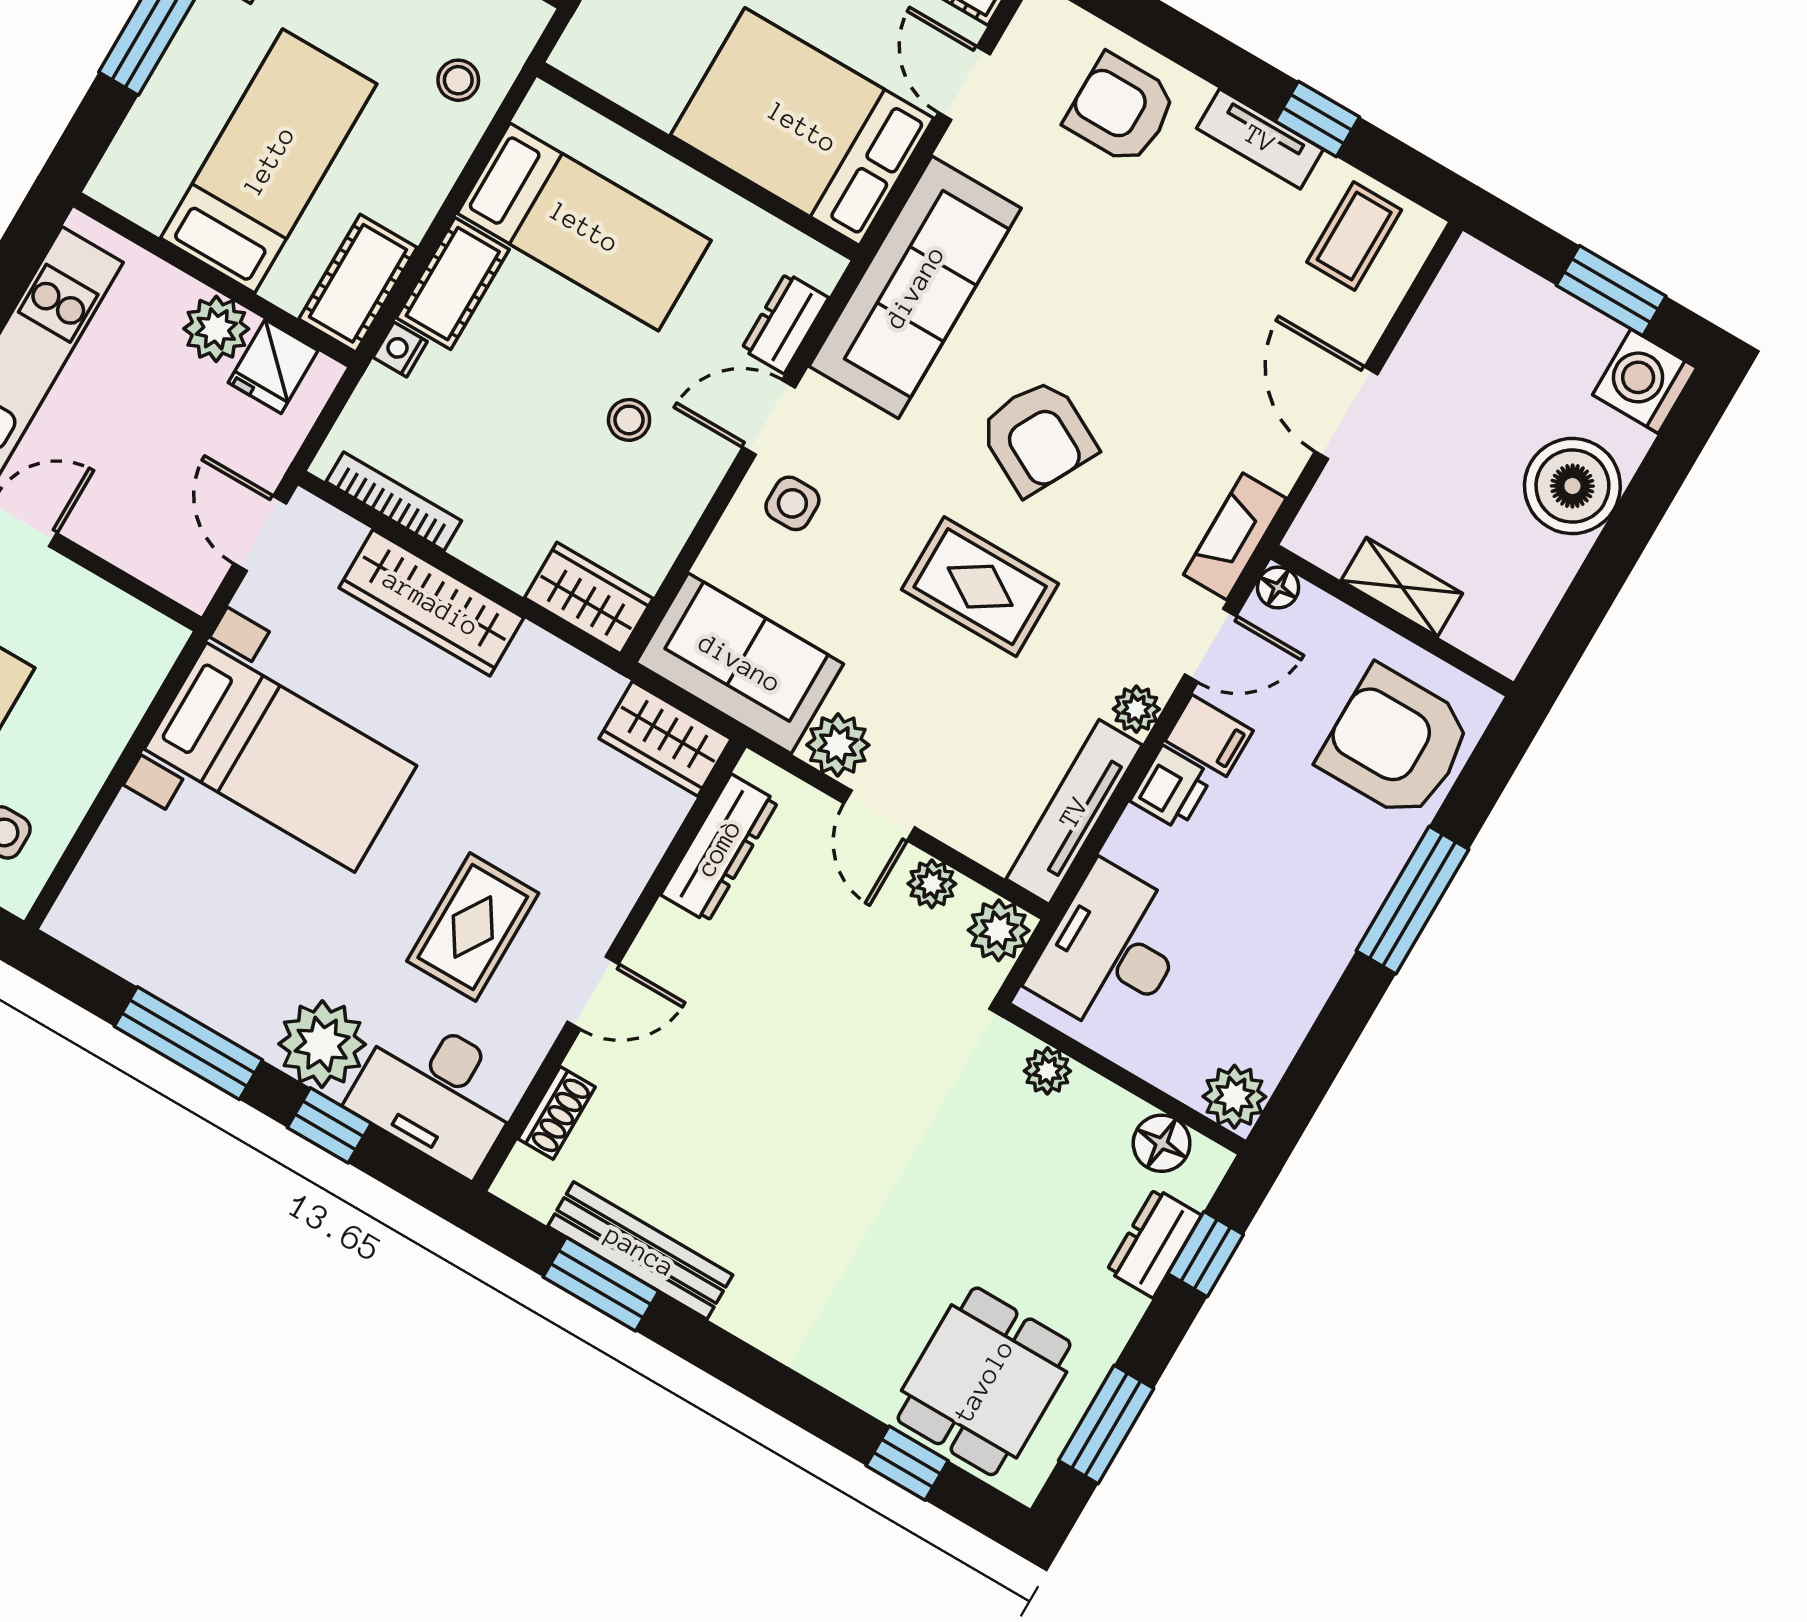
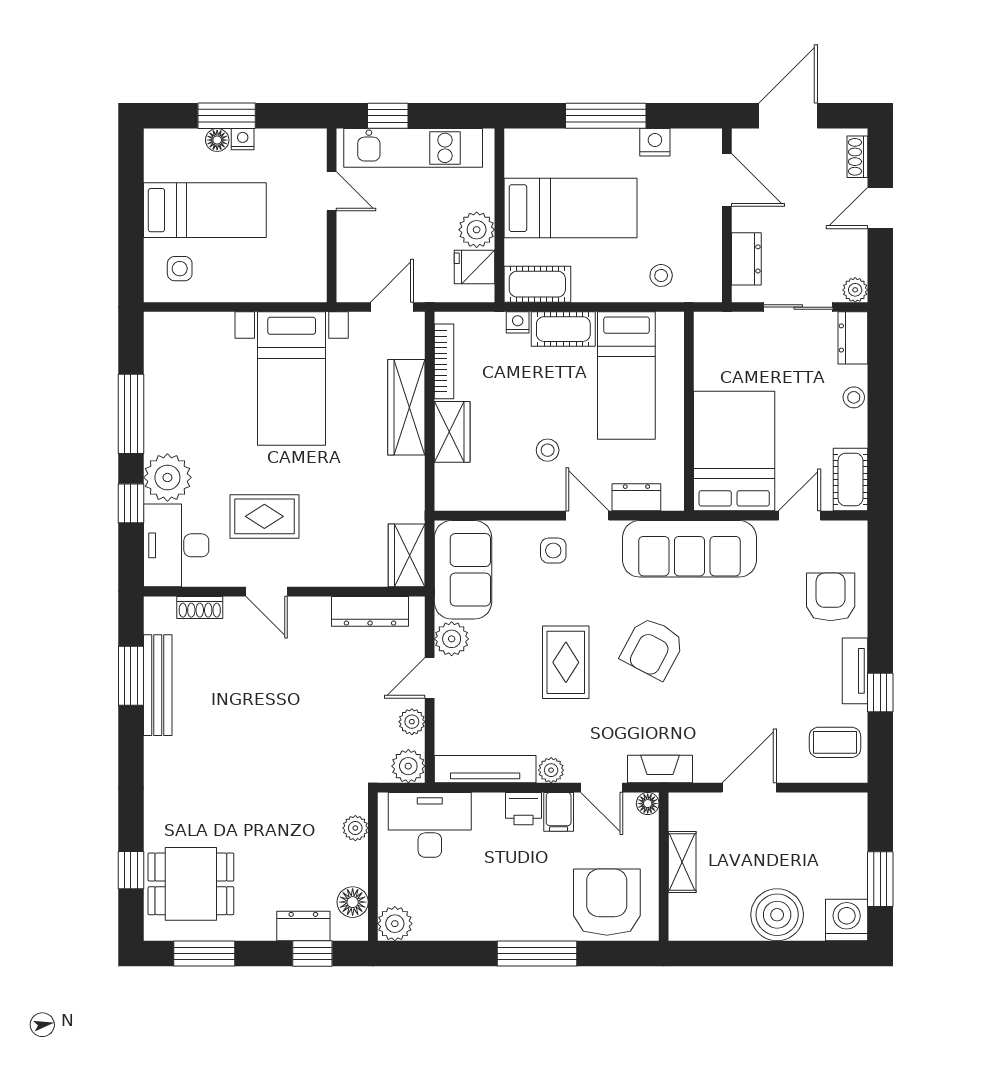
wardrobe: (589, 598) -> (452, 432), moved

